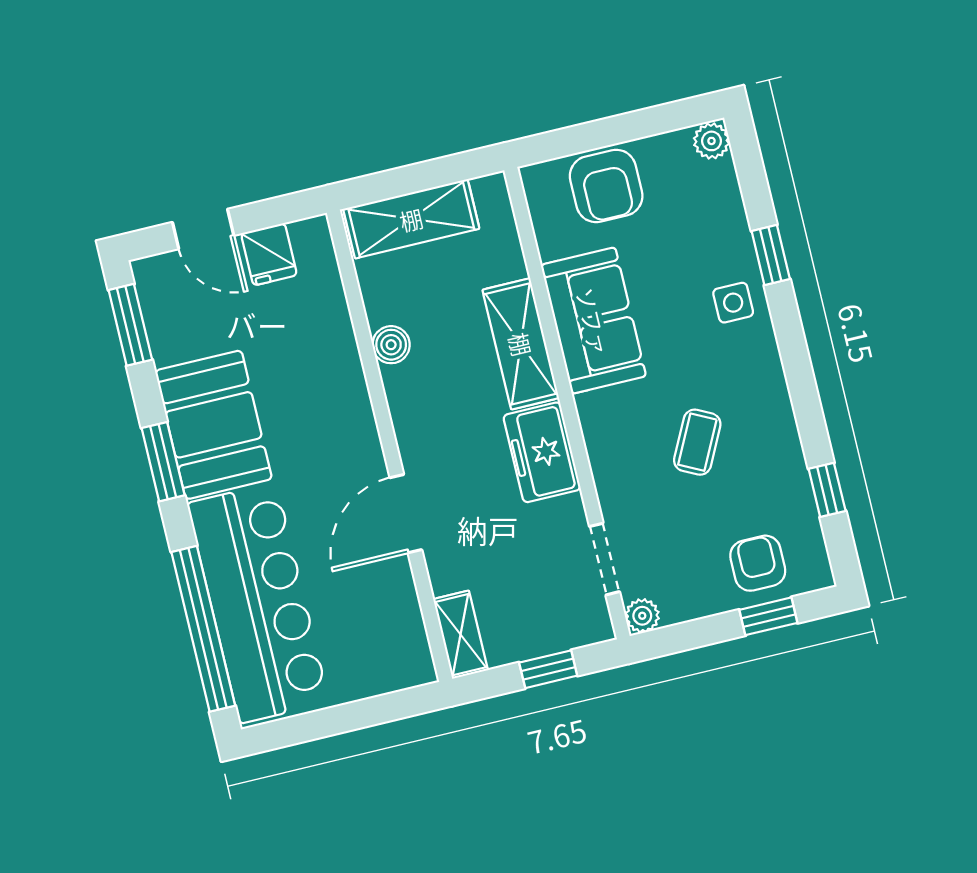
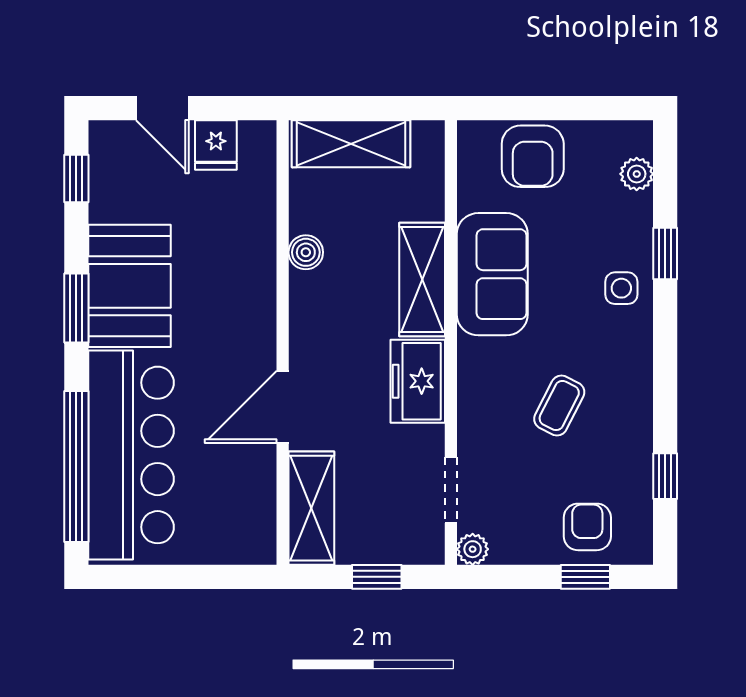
plant: (711, 141) -> (637, 174), moved
window: (130, 325) -> (76, 178), width x0.67
shelving: (461, 635) -> (311, 508), width x1.50, depth x1.33

